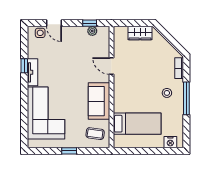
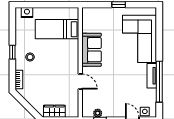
window: (24, 66) -> (159, 82), width x3.17
window: (186, 98) -> (12, 52), width x0.46
coffee table: (95, 134) -> (95, 20), removed

